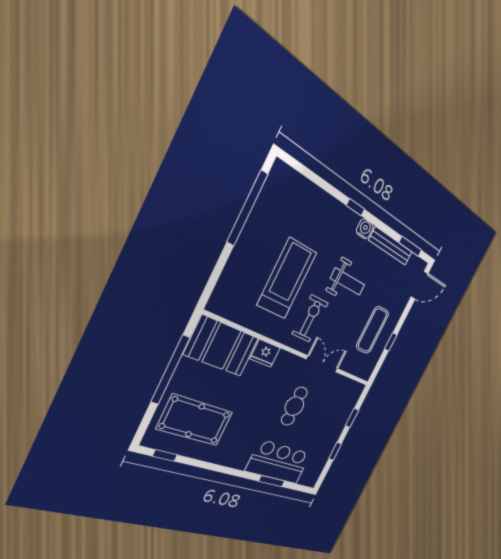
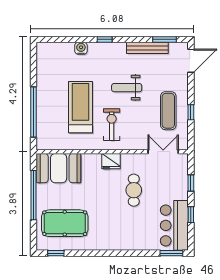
window: (247, 208) -> (33, 112), moved
water cooler: (365, 229) -> (81, 48), moved
weight bench: (348, 282) -> (127, 88), turned 180
fridge: (265, 353) -> (111, 161), moved
double door: (322, 364) -> (163, 152), moved
bar counter: (279, 462) -> (174, 225), moved, turned -90
window: (272, 481) -> (171, 253), moved

